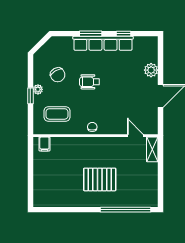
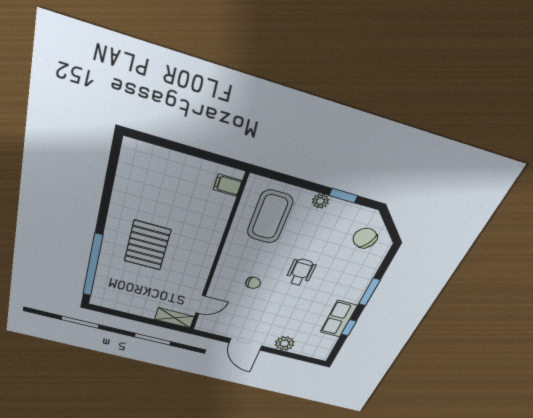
row of seats: (103, 43) -> (339, 319), width x0.50
chair: (58, 75) -> (365, 238), moved, turned 60
window: (30, 96) -> (343, 196), moved
coffee table: (57, 114) -> (270, 217), width x1.36, depth x1.32
chair: (92, 127) -> (253, 283), moved

